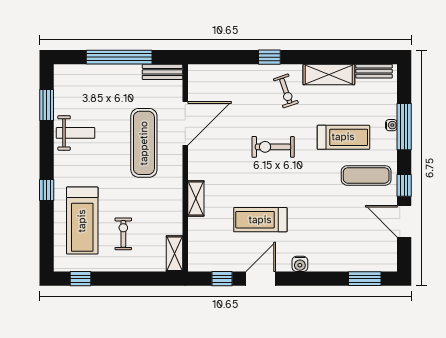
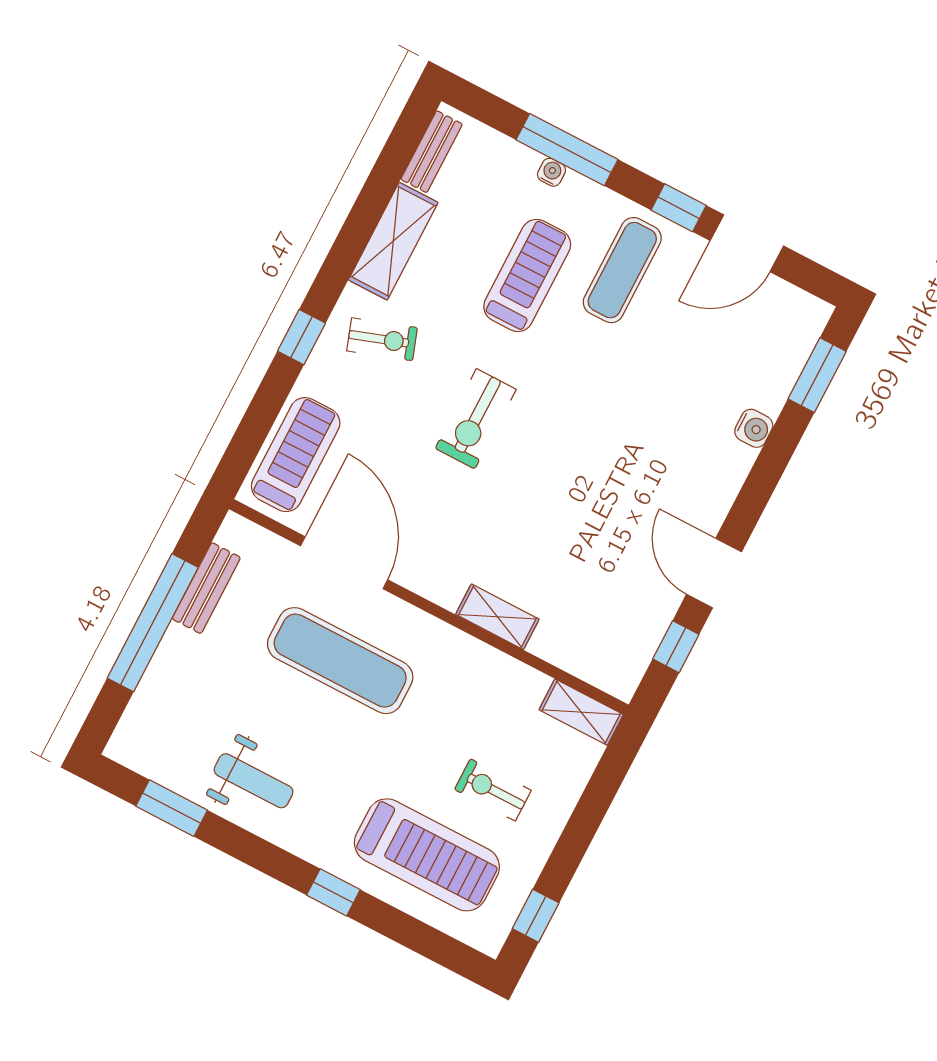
bench: (162, 72) -> (206, 588), moved
weight bench: (76, 133) -> (254, 781), turned 90
treadmill: (260, 220) -> (296, 455), moved, turned 180
water cooler: (300, 264) -> (754, 428), moved

